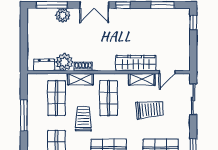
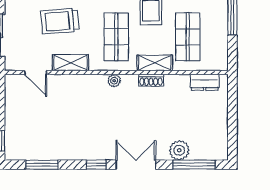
plant: (64, 62) -> (114, 81), moved, width x0.53, depth x0.53
wardrobe: (136, 63) -> (79, 85), removed
door: (167, 72) -> (36, 72), swing flipped

